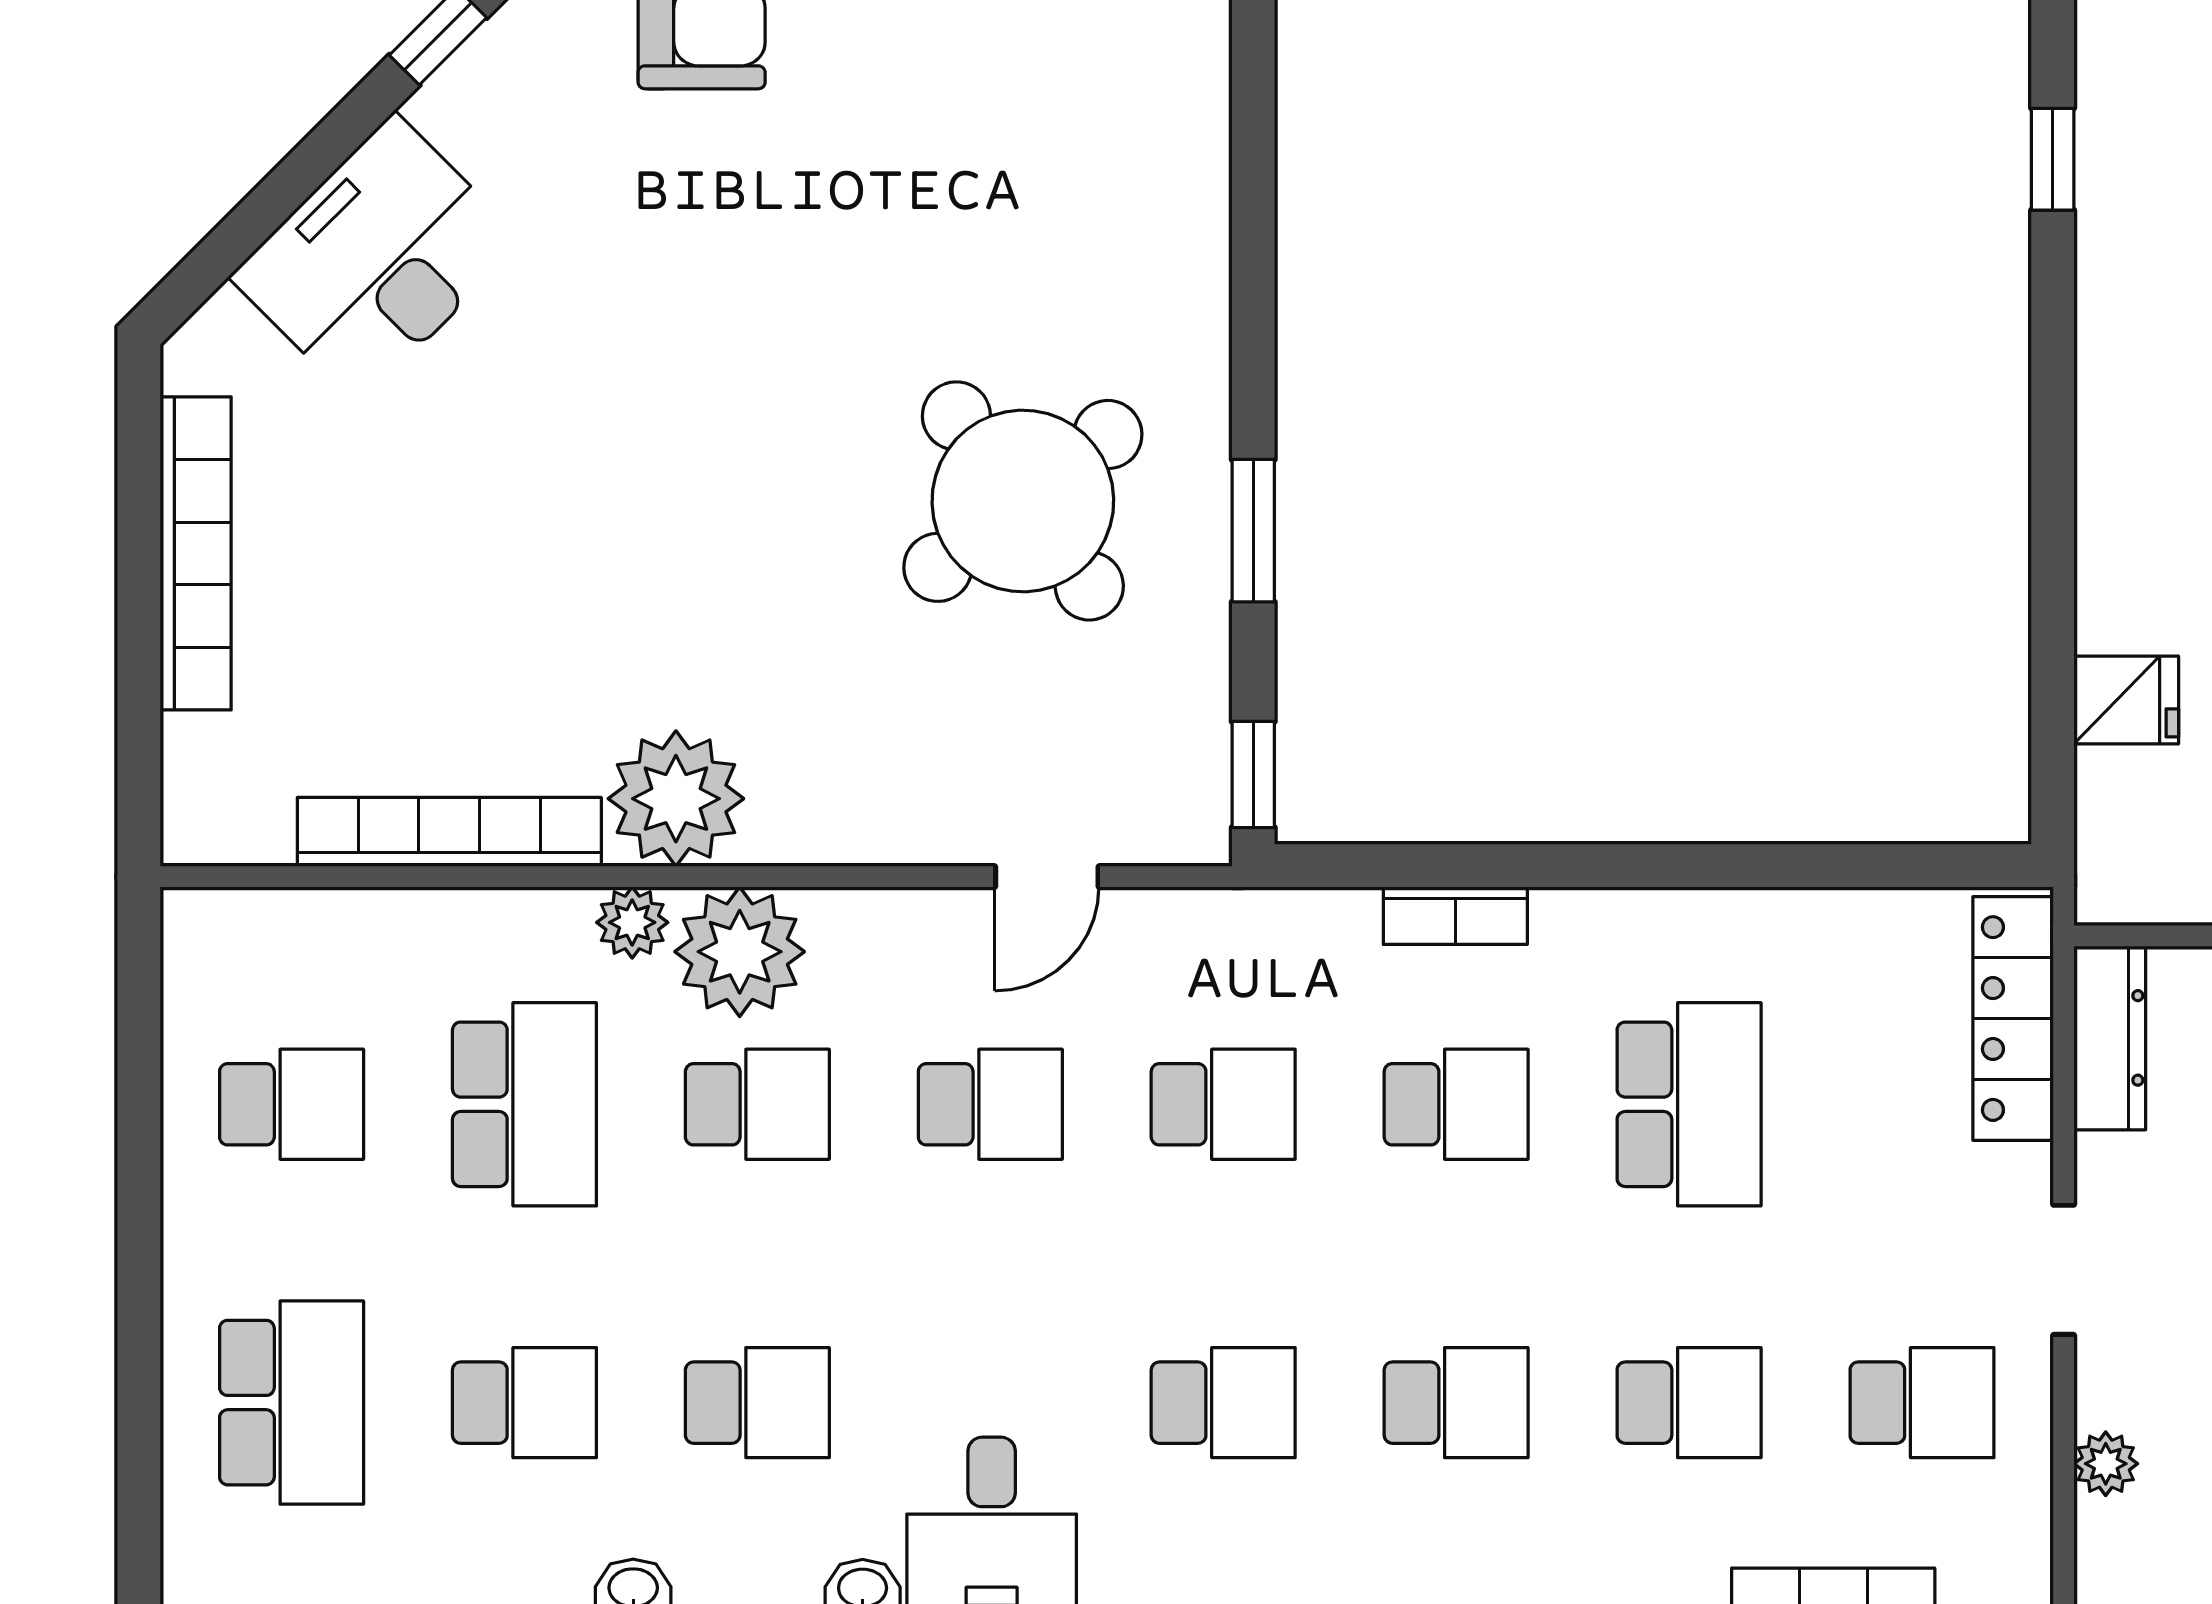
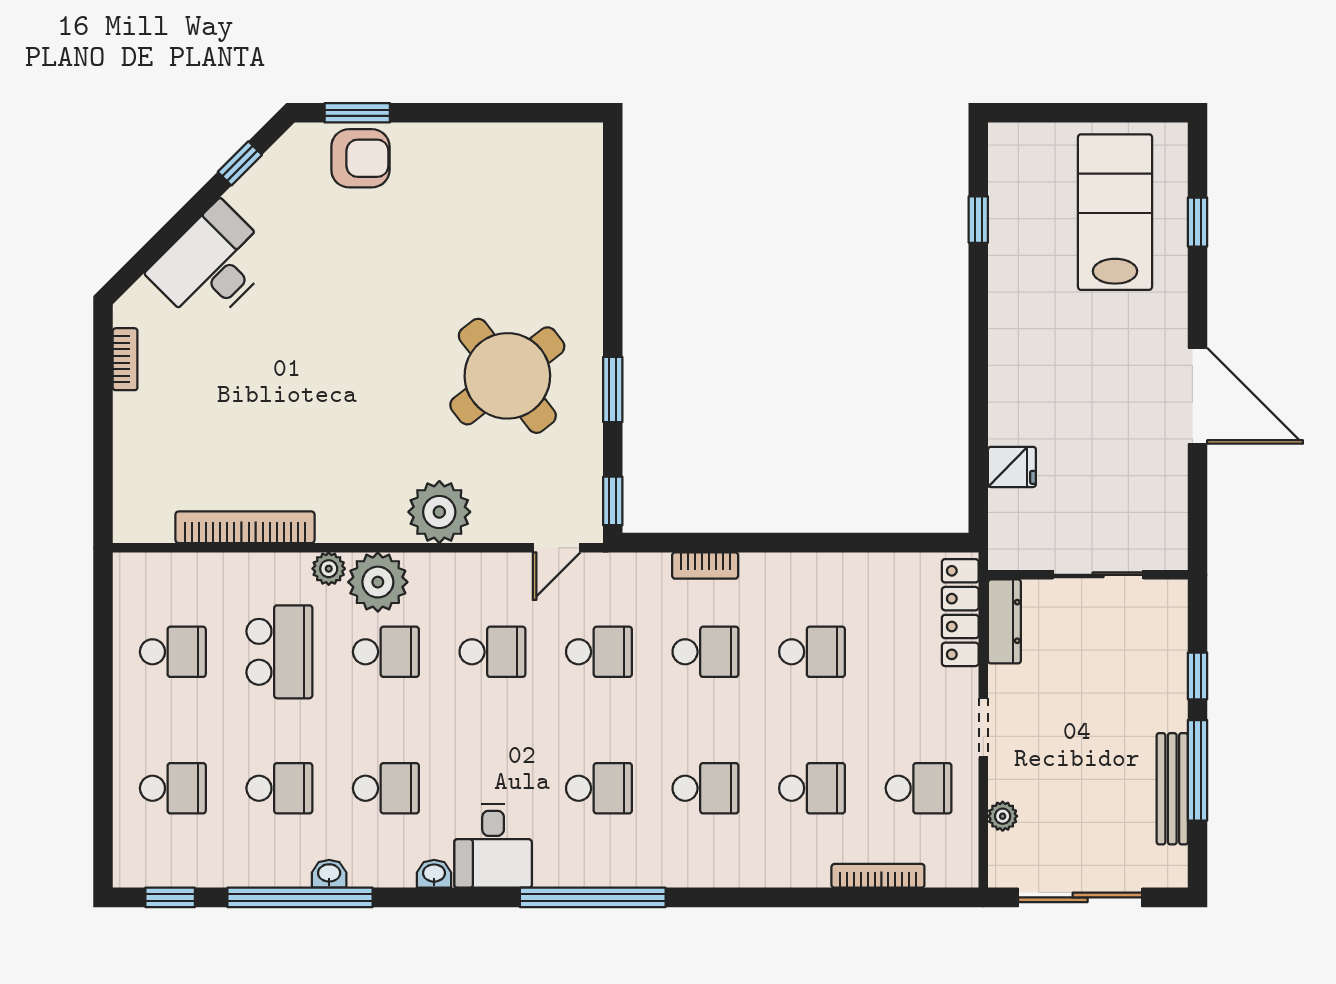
bookcase: (196, 553) -> (125, 359), width x0.43, depth x0.76
plant: (676, 799) -> (439, 512), moved
door: (1047, 877) -> (557, 548), moved
school desk: (1689, 1104) -> (812, 652), width x0.54
school desk: (292, 1403) -> (173, 788), width x0.54

